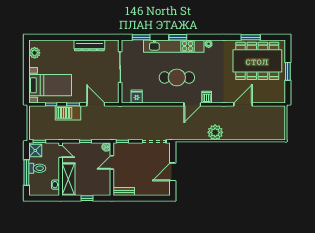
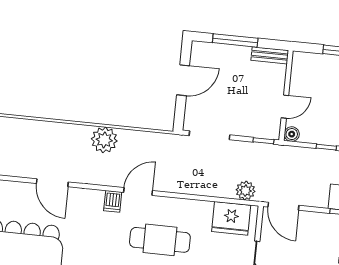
fridge: (137, 96) -> (231, 218), width x1.88, depth x1.34
door: (96, 104) -> (283, 206), moved
door: (243, 104) -> (52, 183), hinge flipped
plant: (130, 111) -> (245, 191), added
window: (145, 198) -> (235, 40), added

